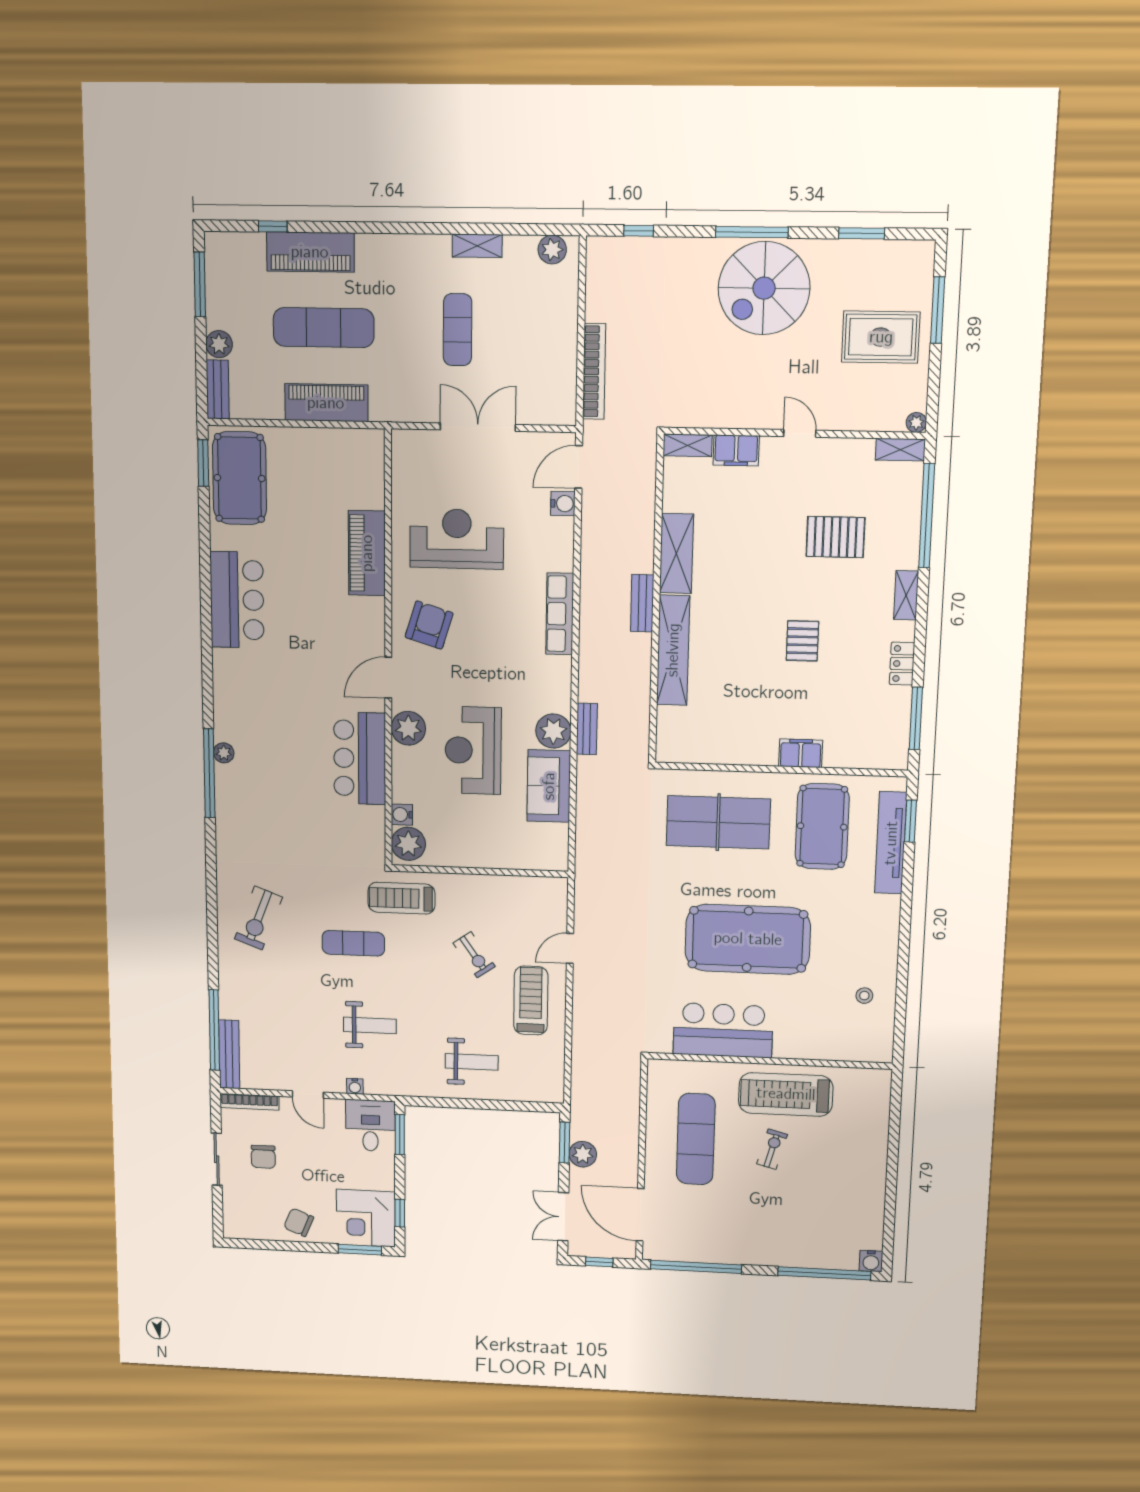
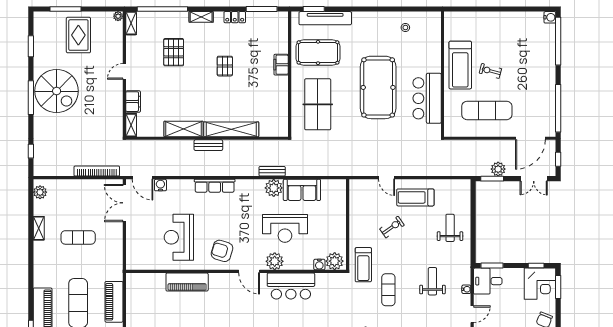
double door: (478, 427) -> (124, 203), moved
pallet: (802, 641) -> (225, 66), turned 90

